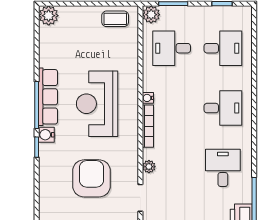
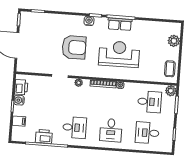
plant: (49, 16) -> (174, 41), moved
desk: (172, 48) -> (149, 102), turned 90
desk: (223, 48) -> (147, 133), turned 90
row of seats: (48, 97) -> (120, 24), width x0.68
water cooler: (46, 135) -> (89, 21), moved

